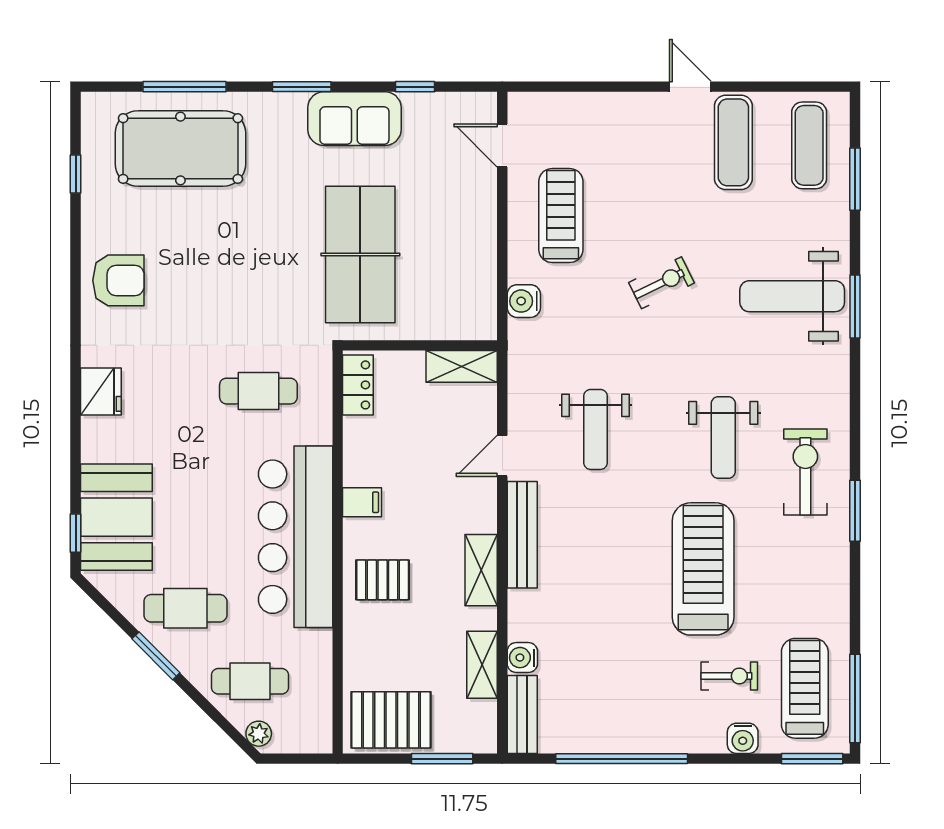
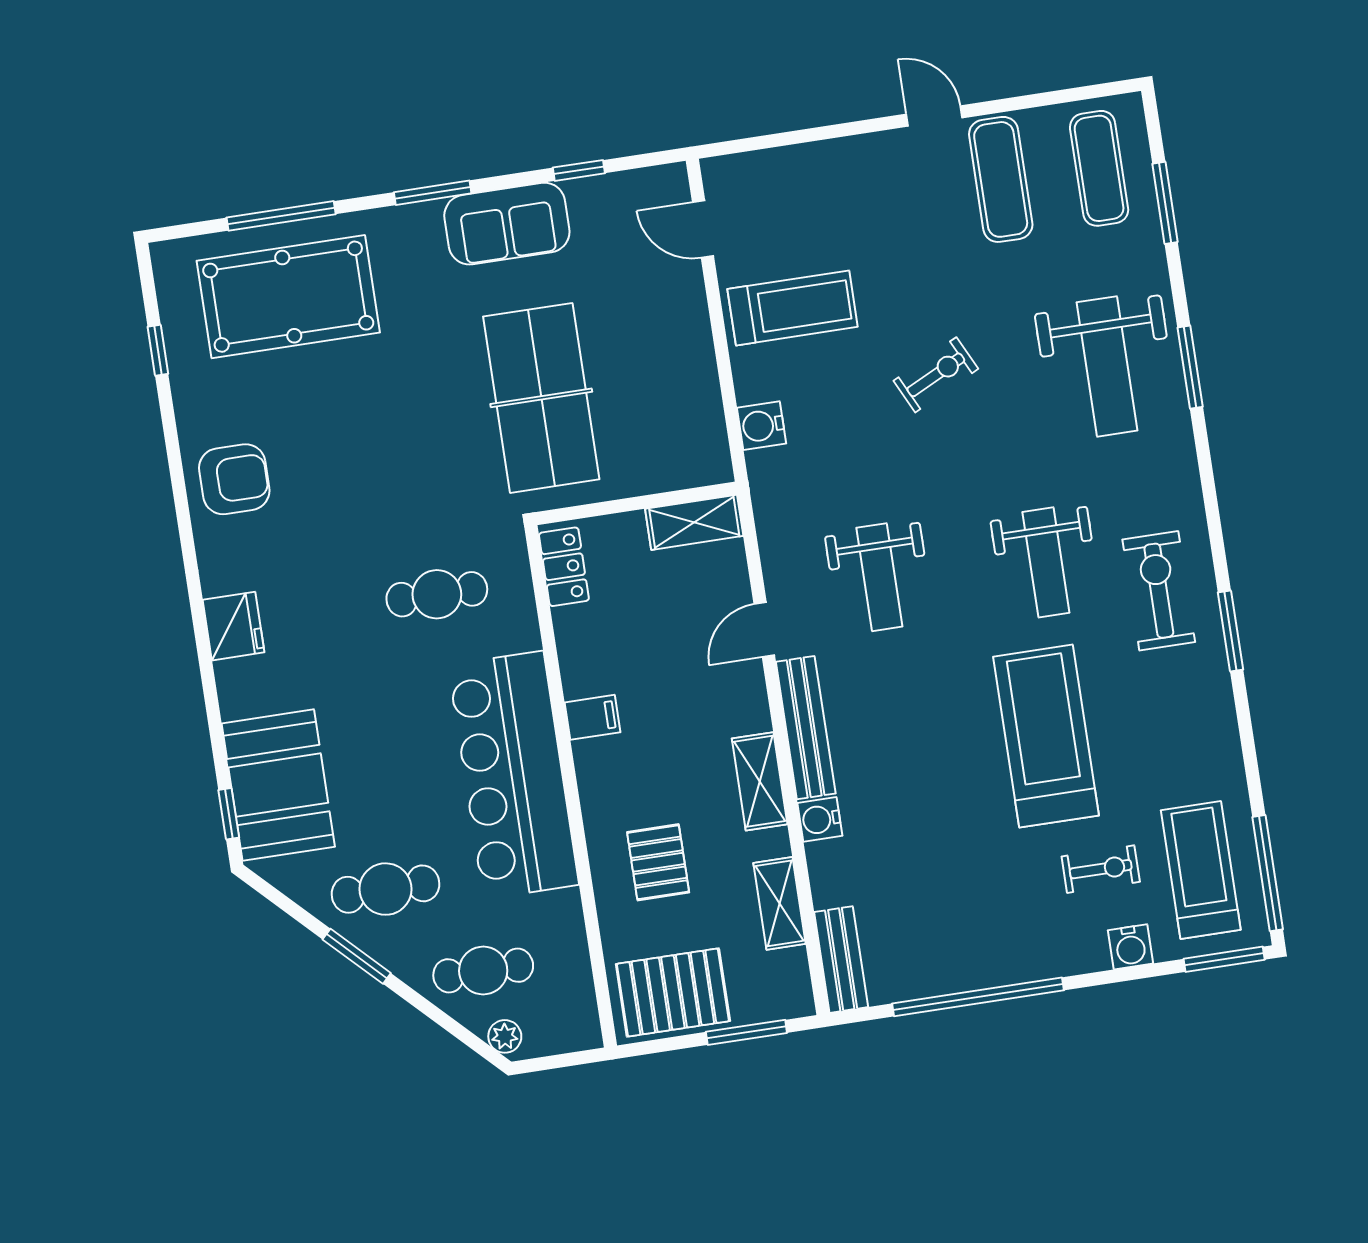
treadmill: (561, 216) -> (793, 308), turned 90
weight bench: (792, 296) -> (1107, 366), turned -90
pallet: (383, 580) -> (658, 862), moved, turned 90
water cooler: (522, 658) -> (820, 819), moved

